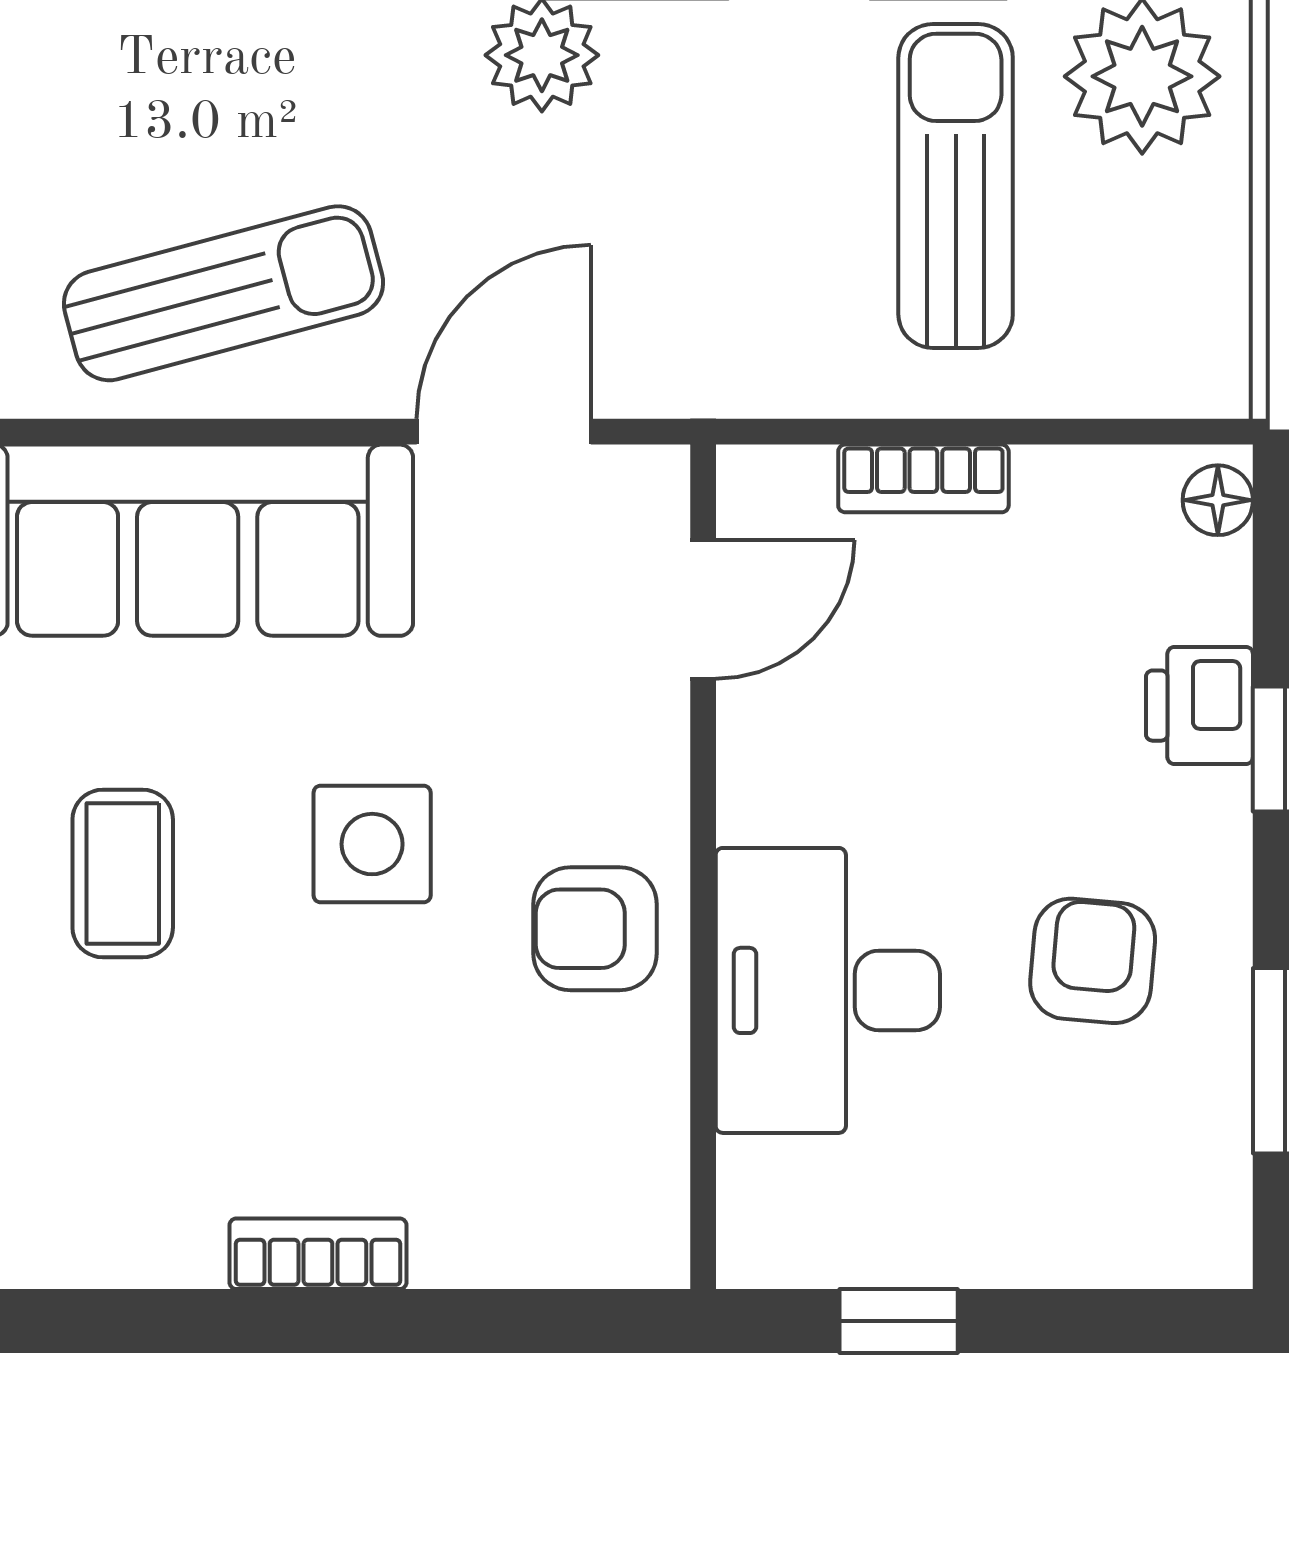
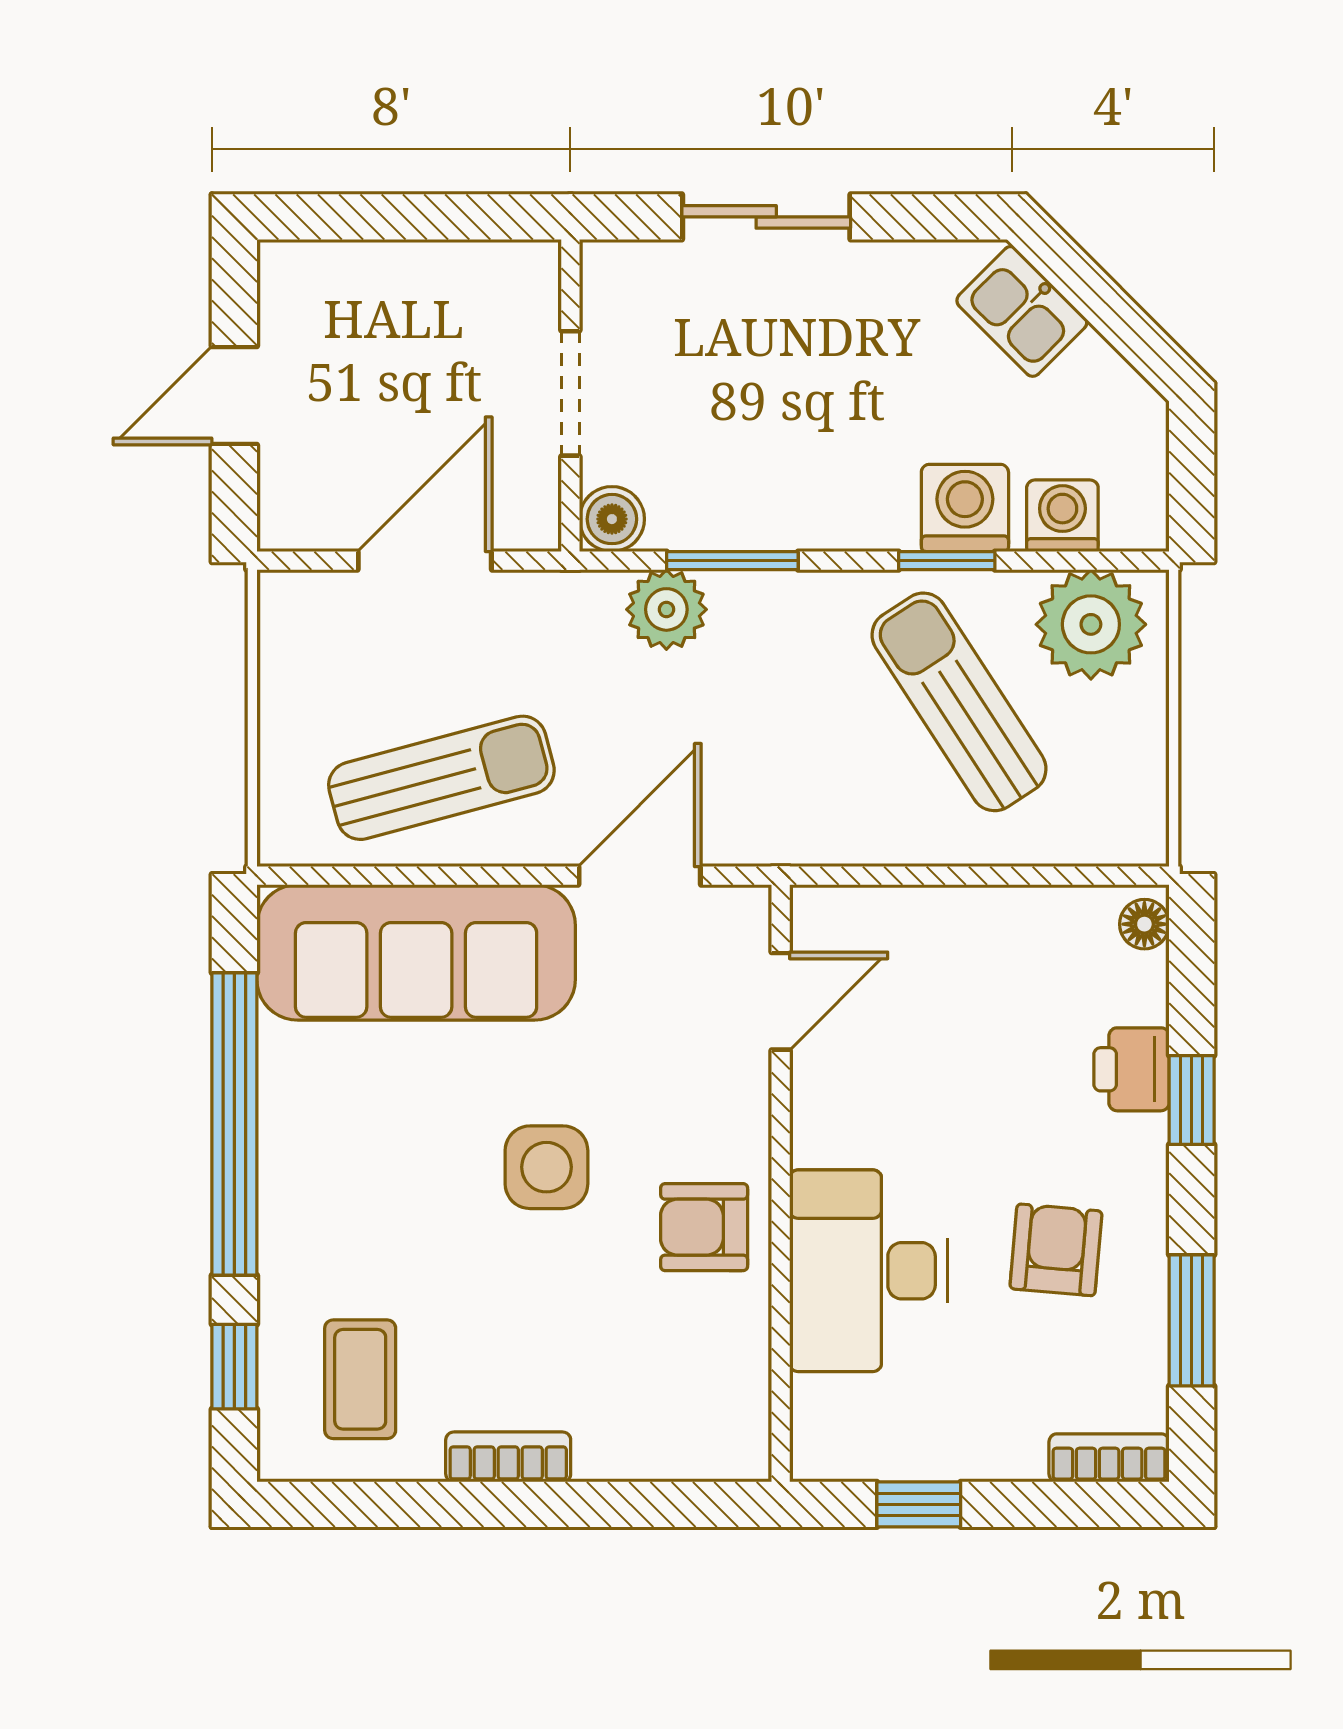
sun lounger: (956, 186) -> (959, 702), turned -33
bookcase: (923, 478) -> (1109, 1458), moved, turned 180
coffee table: (123, 874) -> (360, 1379), moved

